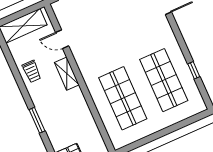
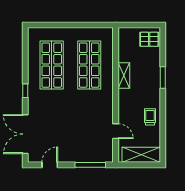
window: (194, 70) -> (25, 91), moved
shelving: (67, 74) -> (124, 76), moved

